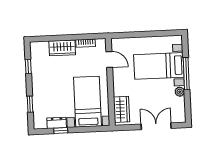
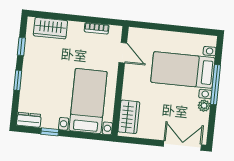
wardrobe: (62, 48) -> (50, 28), moved
window: (30, 104) -> (18, 80), moved
dresser: (57, 123) -> (29, 120), moved
double door: (156, 126) -> (182, 146), moved

